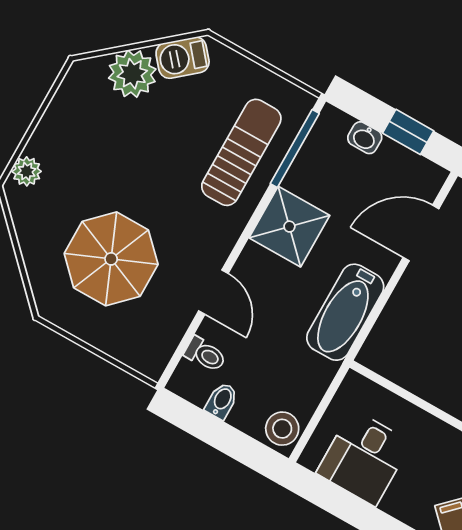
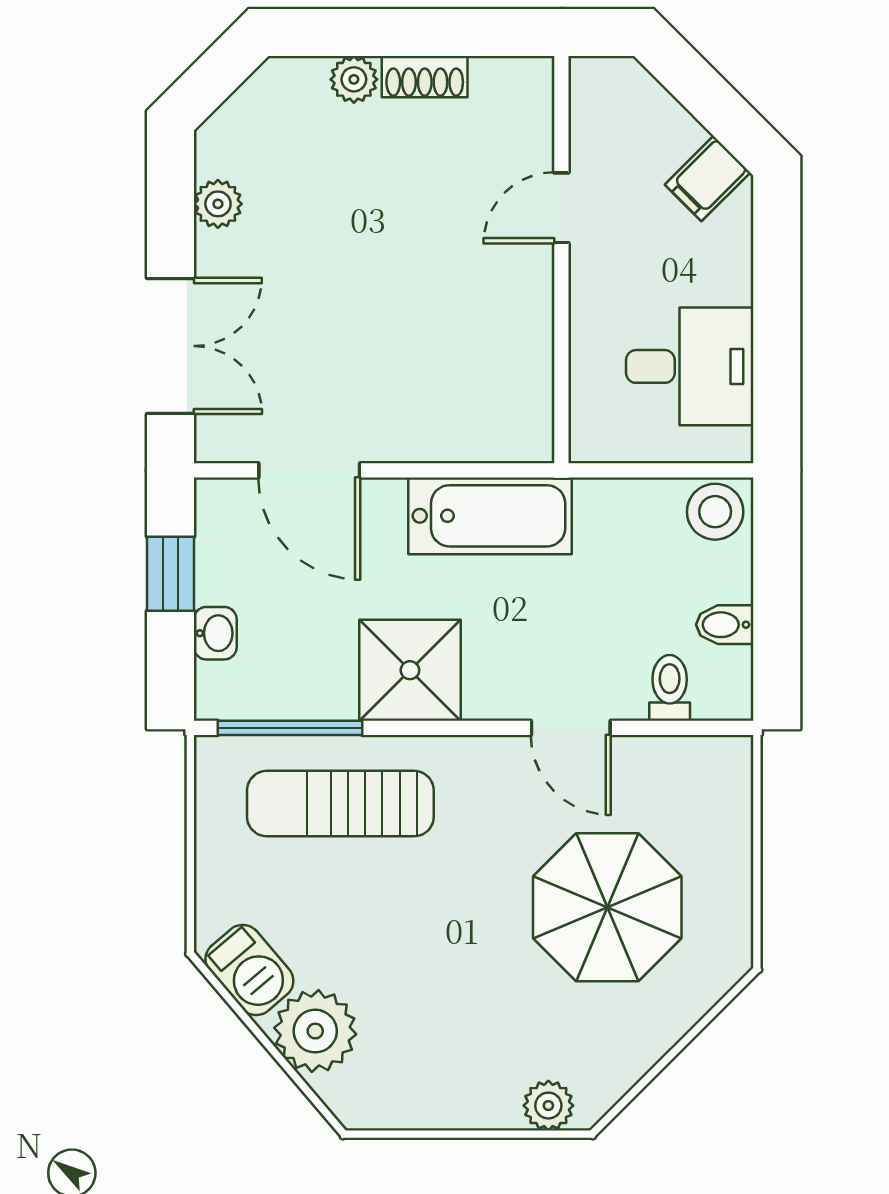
door: (213, 292) -> (571, 728), swing flipped

